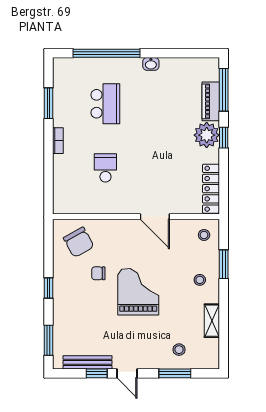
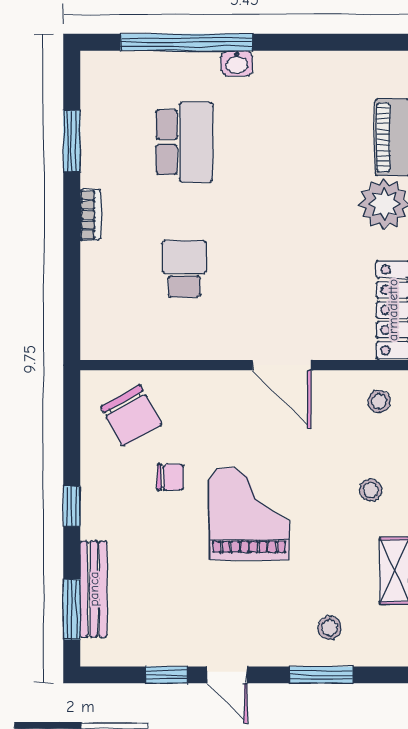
washbasin: (151, 64) -> (237, 63), moved
chair: (98, 273) -> (170, 477), turned 180
bench: (87, 362) -> (94, 589), moved, turned 90

